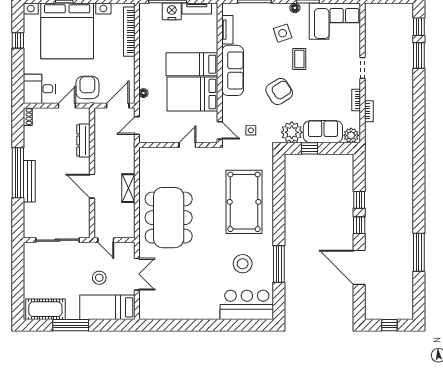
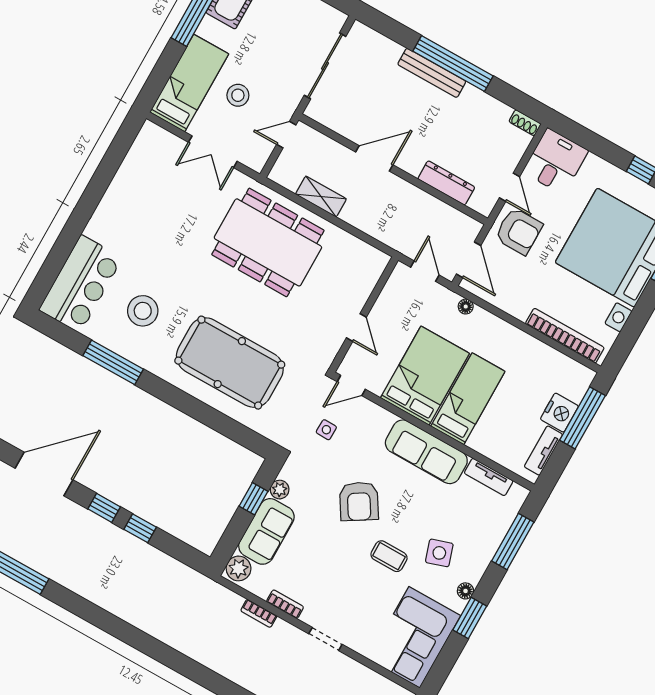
plant: (292, 132) -> (280, 490), width x0.53, depth x0.53
shelving: (128, 188) -> (321, 197), moved

